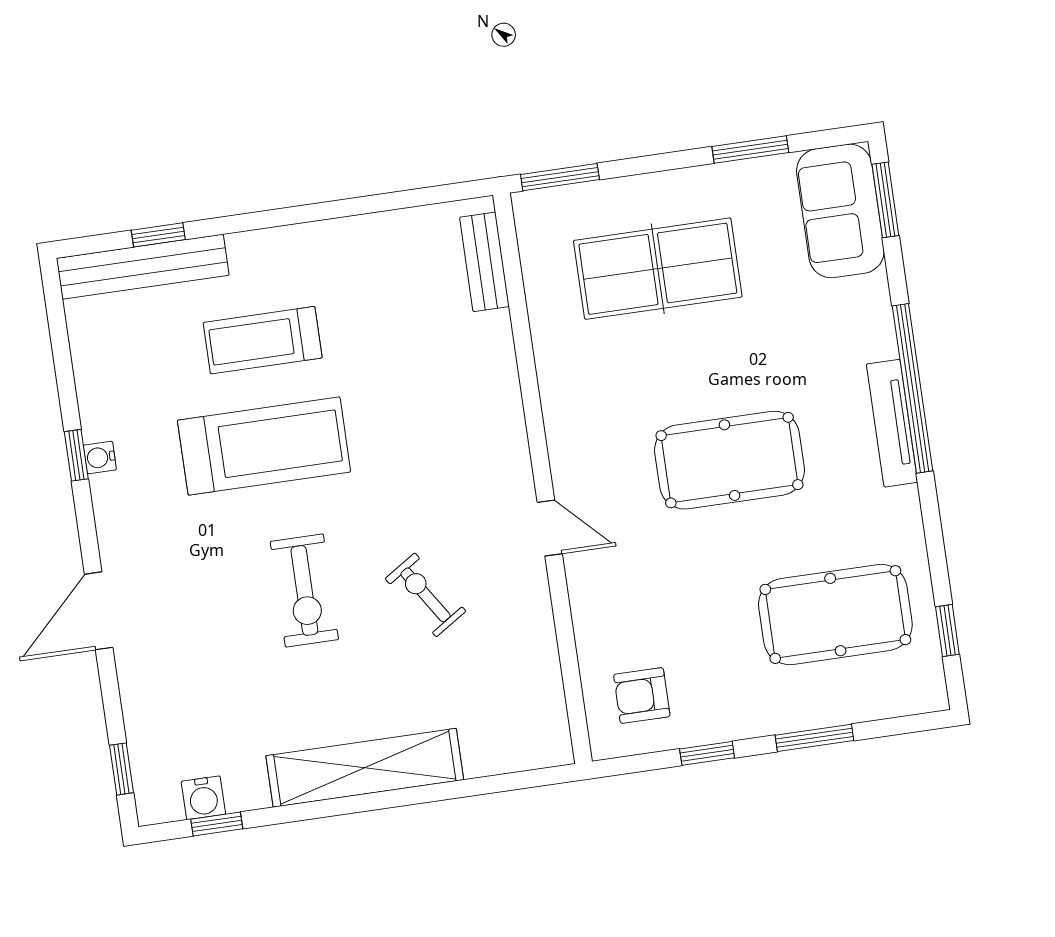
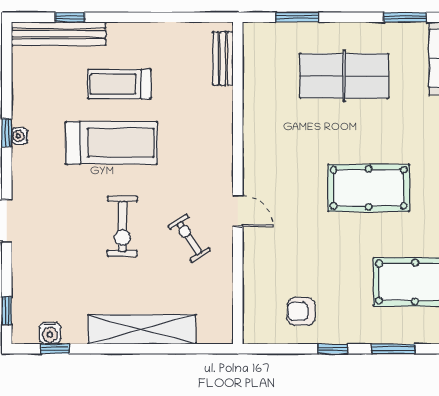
bench: (484, 262) -> (223, 58), moved
wall: (543, 478) -> (238, 183), moved
door: (550, 528) -> (238, 211), moved

